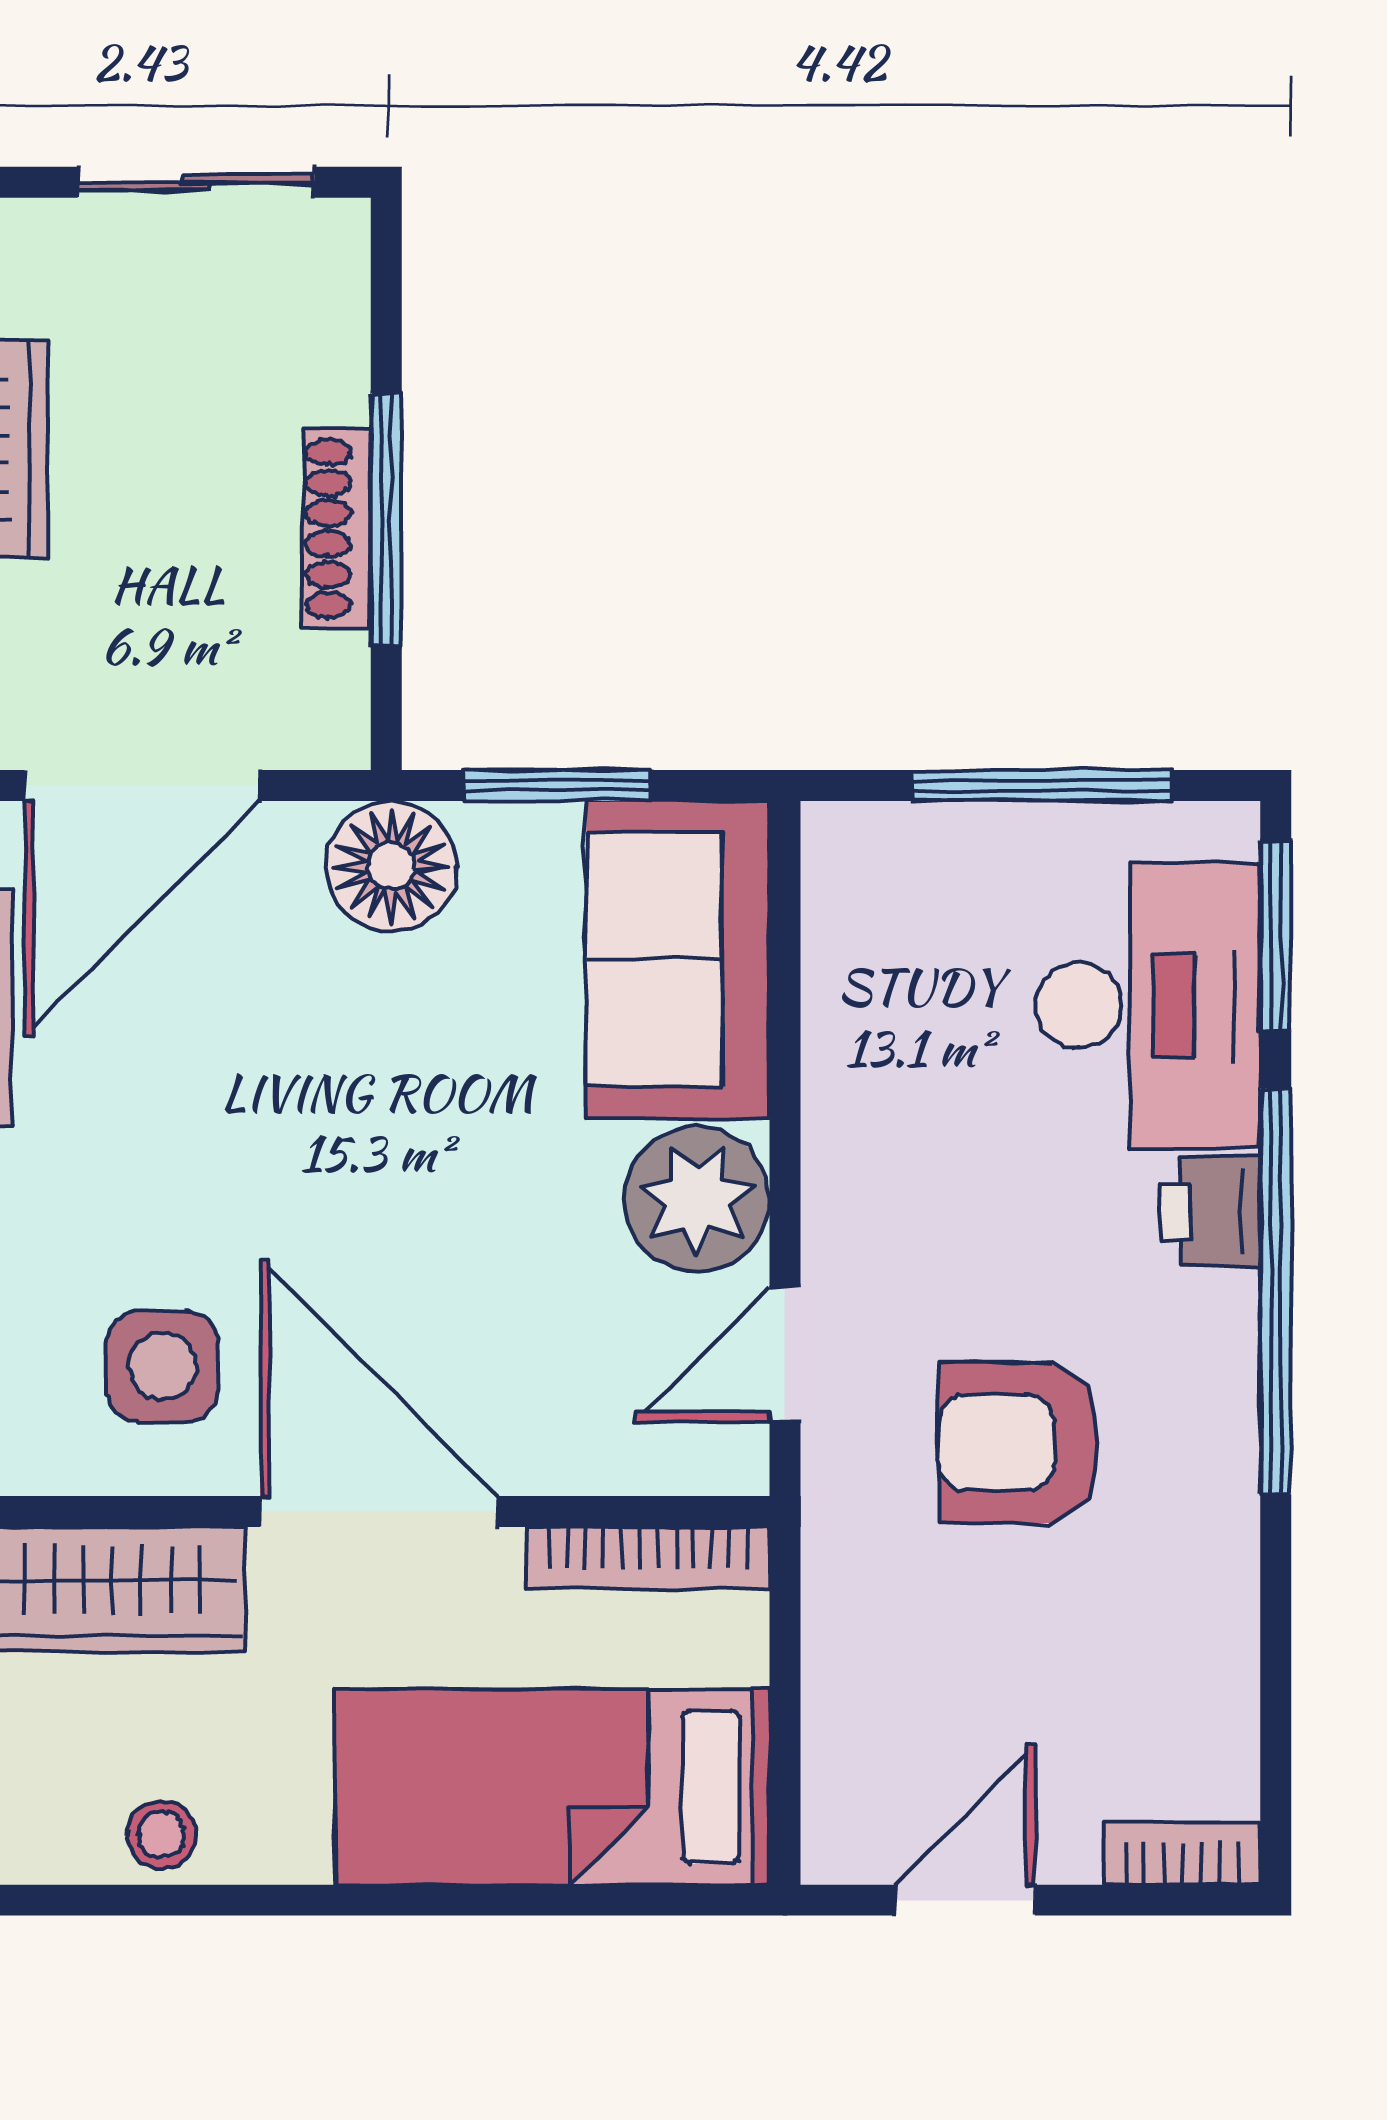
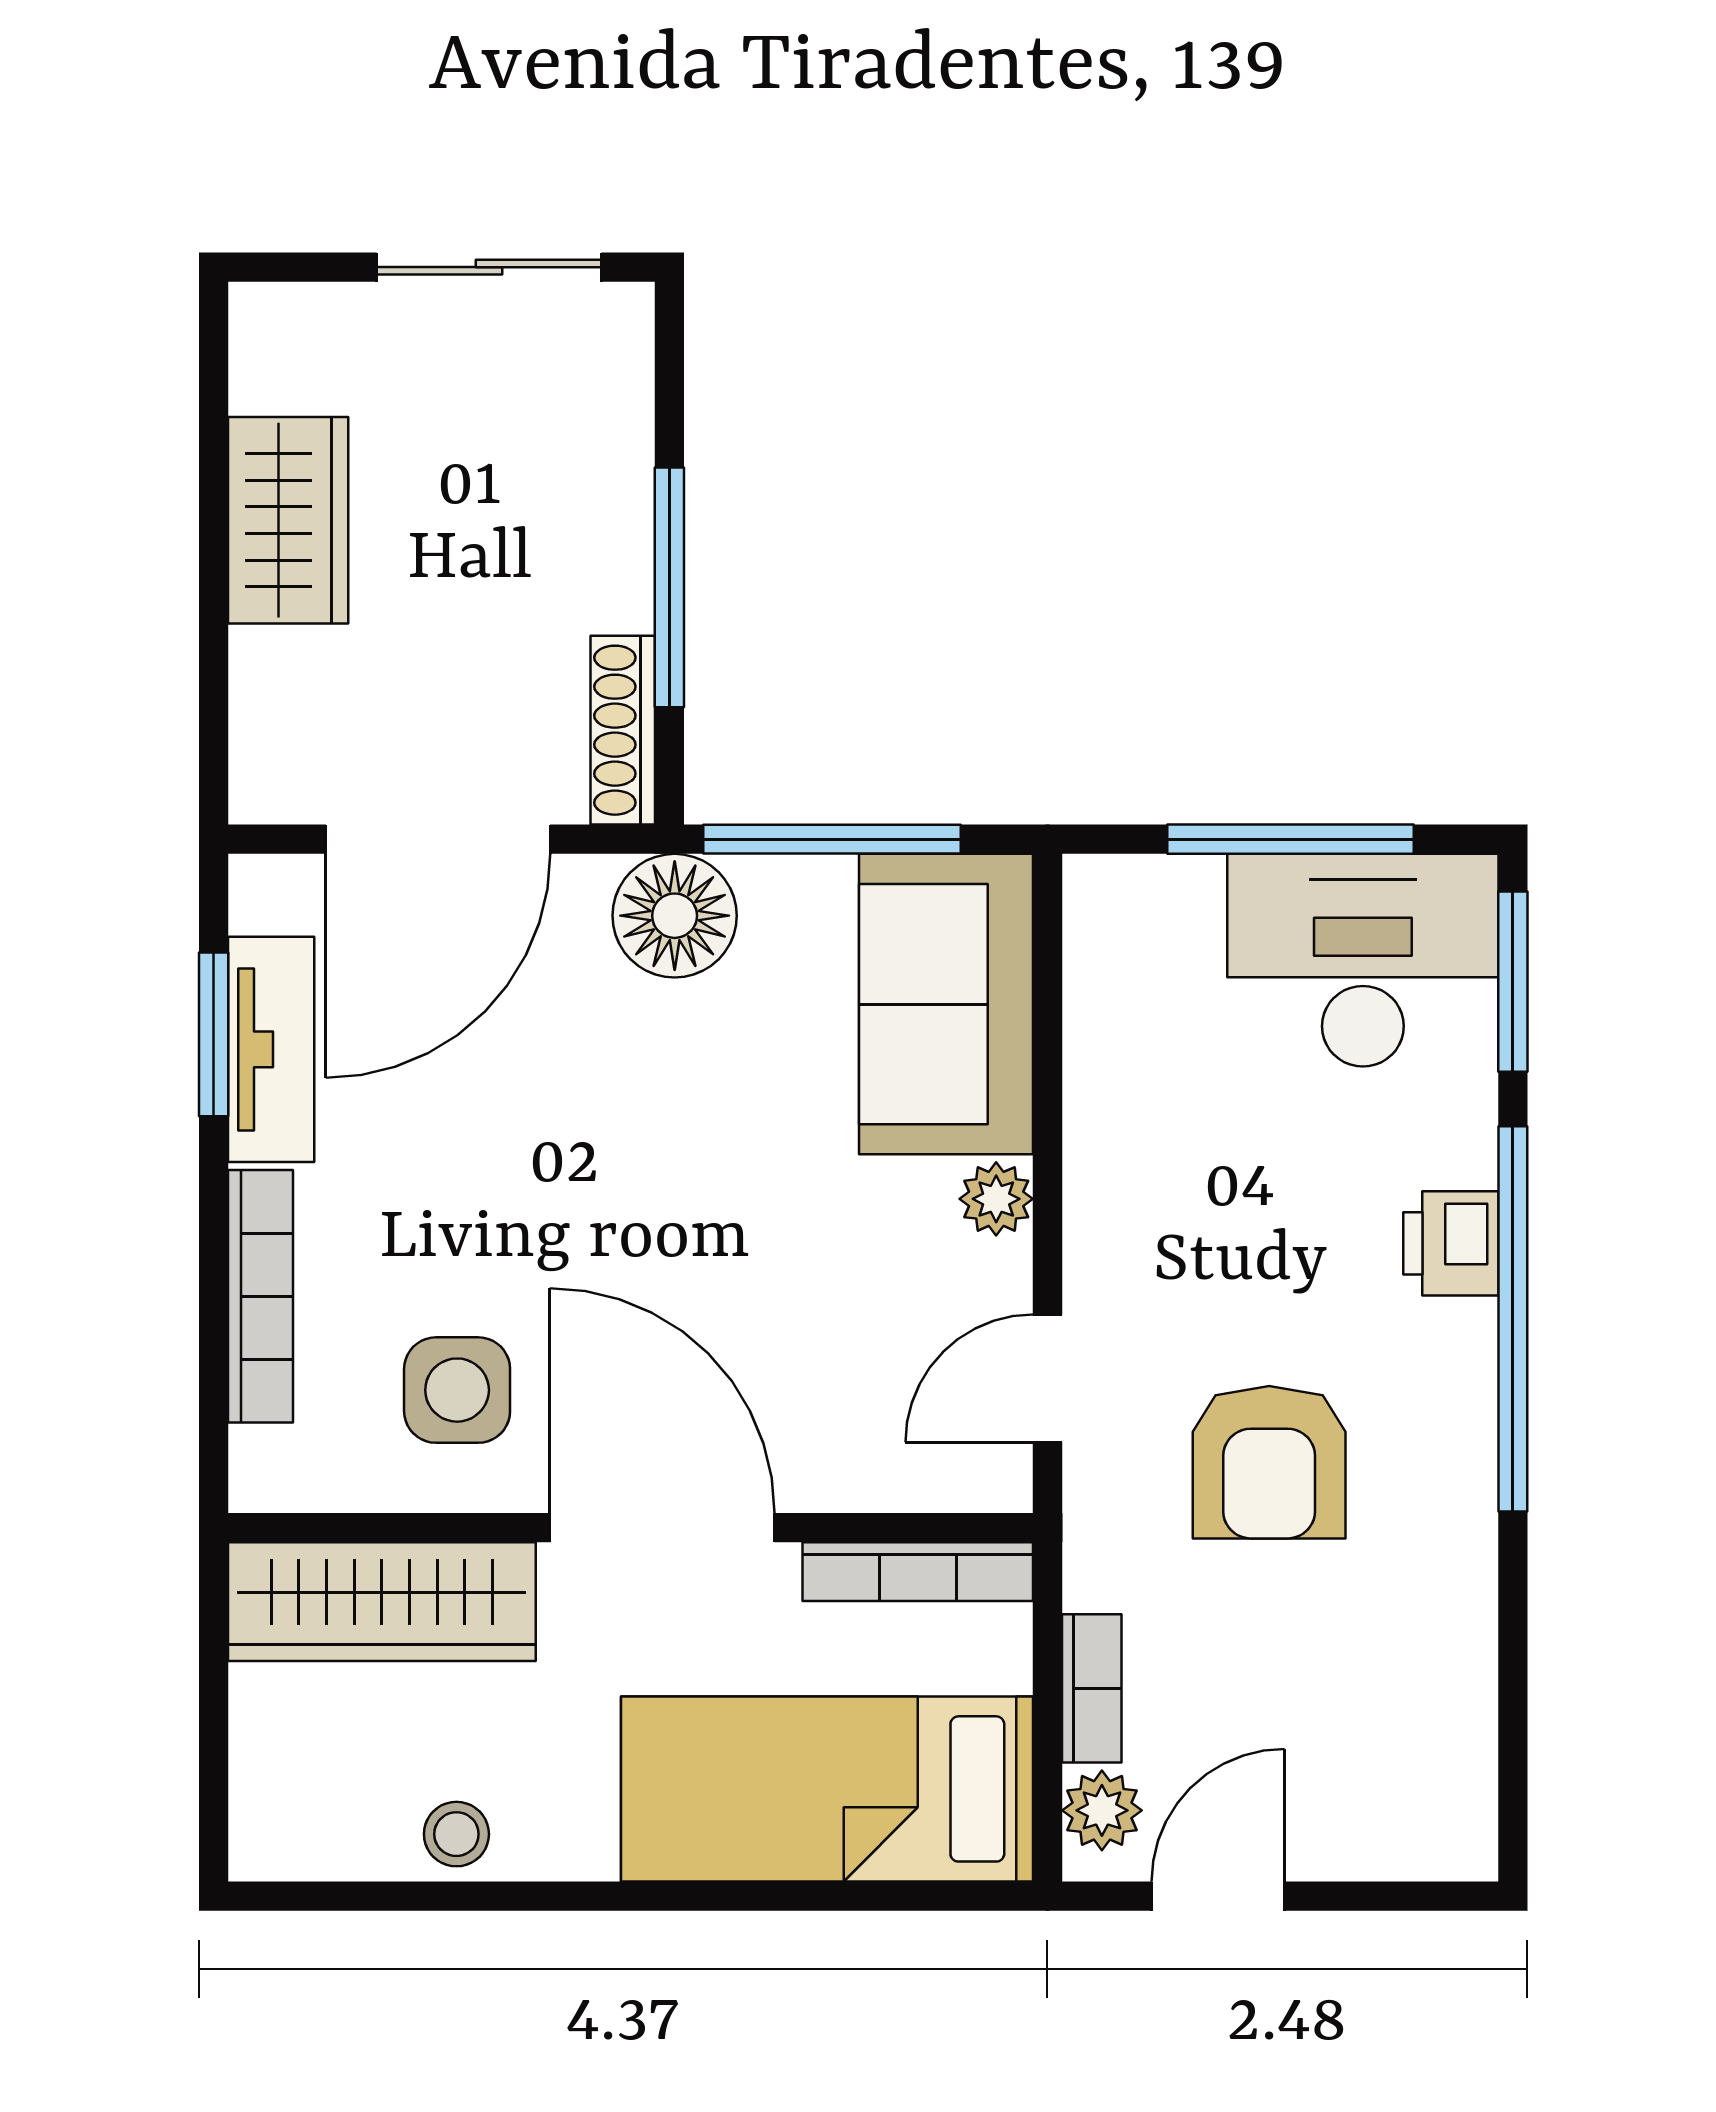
shoe rack: (337, 529) -> (623, 730), moved
window: (558, 786) -> (832, 839), width x1.44
desk: (1148, 1006) -> (1363, 960), moved, turned -90
plant: (697, 1199) -> (996, 1199), width x0.53, depth x0.53
armchair: (1019, 1442) -> (1269, 1462), turned -90
plant: (842, 1810) -> (1102, 1810), added
bookcase: (1182, 1853) -> (1092, 1688), moved, turned 90

